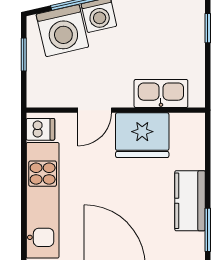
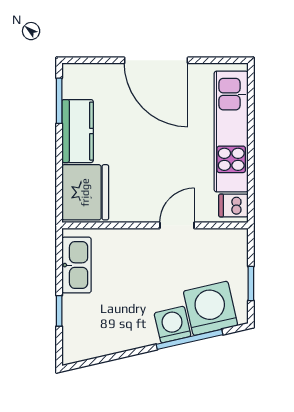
kitchen sink: (161, 93) -> (77, 265), moved, turned -90
fridge: (142, 135) -> (85, 192), moved, turned 90

